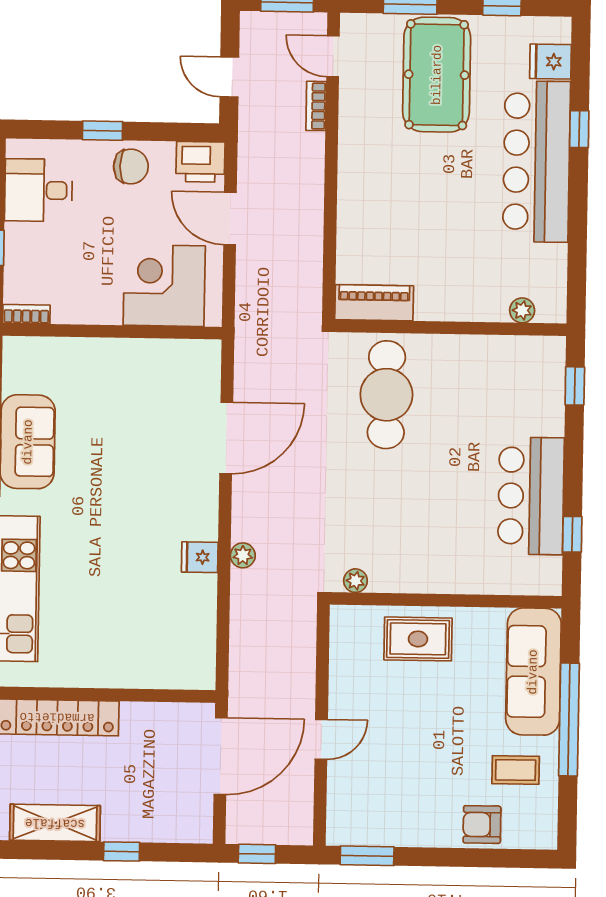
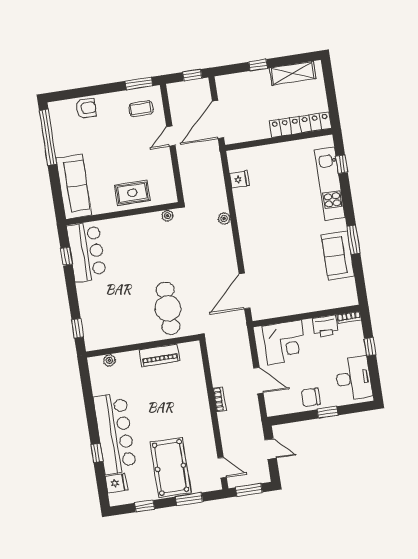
bookcase: (316, 106) -> (220, 399), moved
printer: (200, 162) -> (325, 326), moved, turned 180
desk: (38, 190) -> (353, 378), width x1.37
piano: (374, 303) -> (159, 355), moved
door: (226, 438) -> (245, 291), moved
bar counter: (531, 496) -> (87, 252), moved
fridge: (200, 557) -> (239, 179), moved
window: (569, 720) -> (48, 137), moved
coffee table: (516, 770) -> (141, 109), moved

